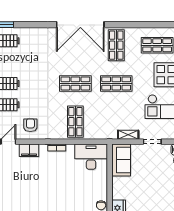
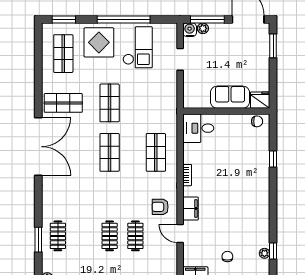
shop shelf: (75, 122) -> (156, 152), turned 90
shelving: (128, 135) -> (172, 89), removed
desk: (91, 157) -> (198, 128), width x0.73
sofa: (121, 160) -> (230, 97), moved

